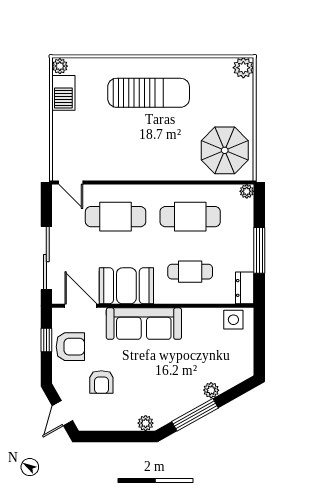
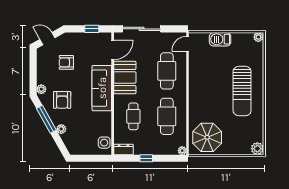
barbecue: (63, 93) -> (220, 39), moved
window: (259, 250) -> (146, 158), width x0.46
armchair: (70, 347) -> (62, 100), moved

